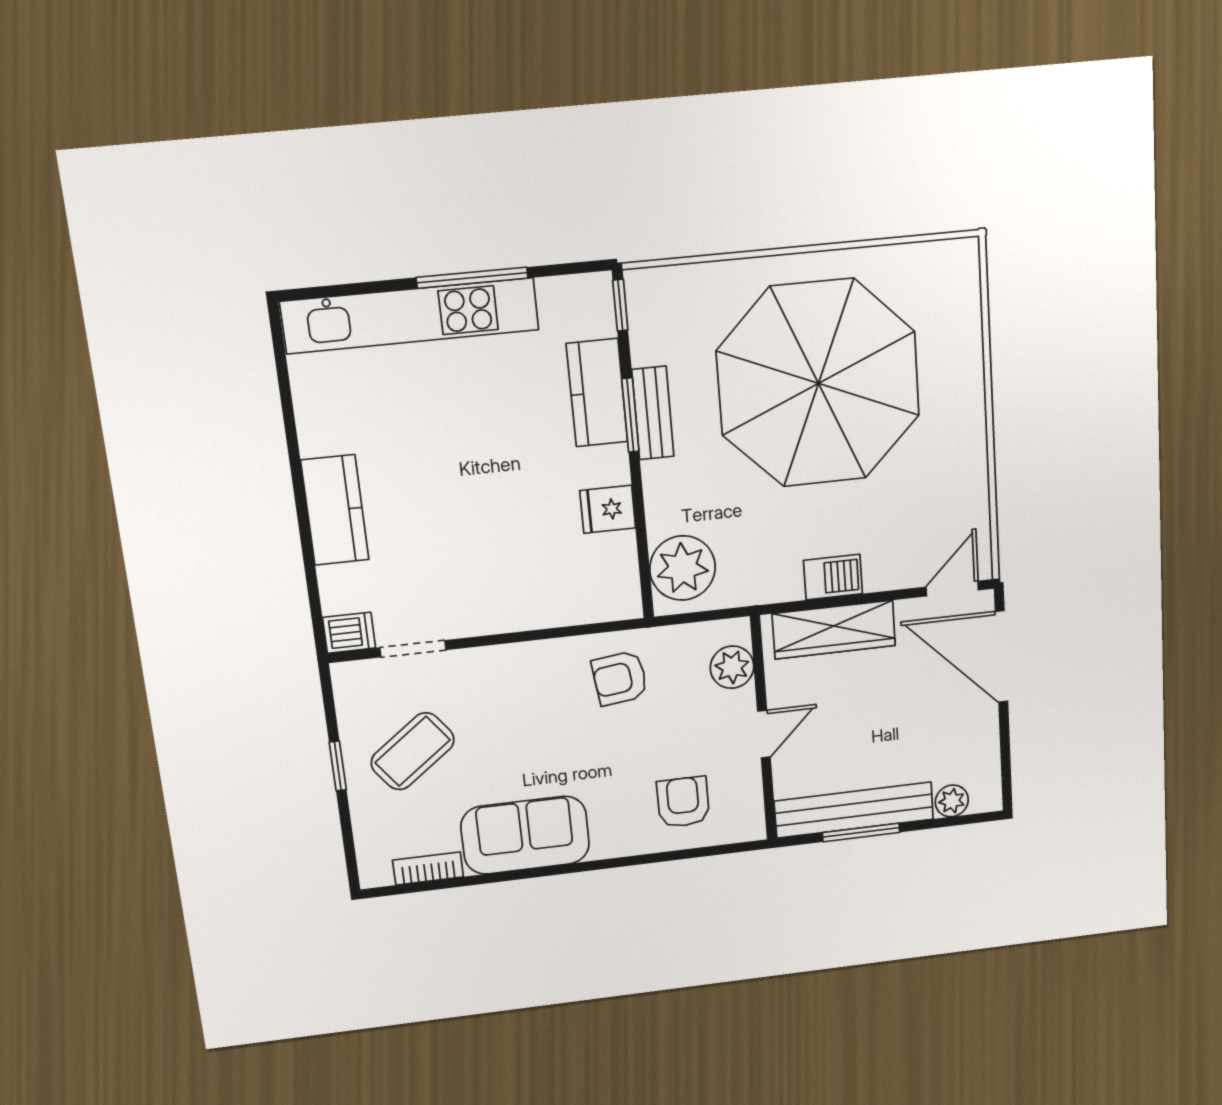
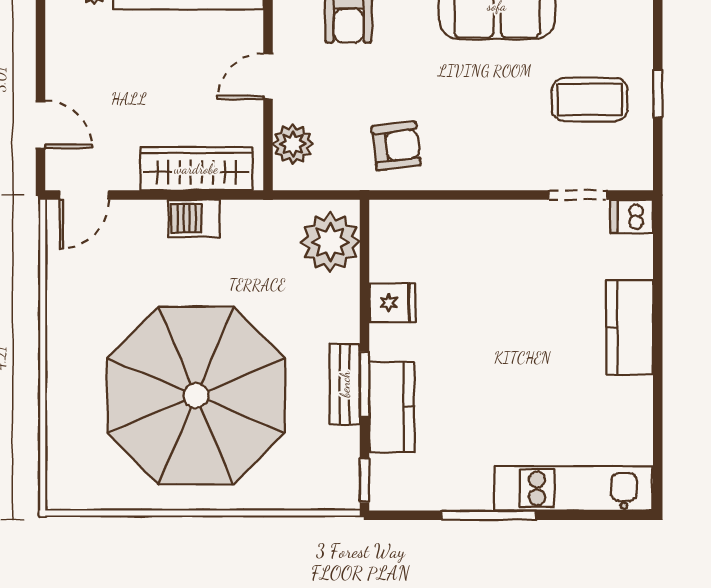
kitchen unit: (410, 316) -> (573, 488), width x0.73
door: (1002, 657) -> (40, 125), width x0.53
coffee table: (413, 751) -> (590, 99), turned 37

